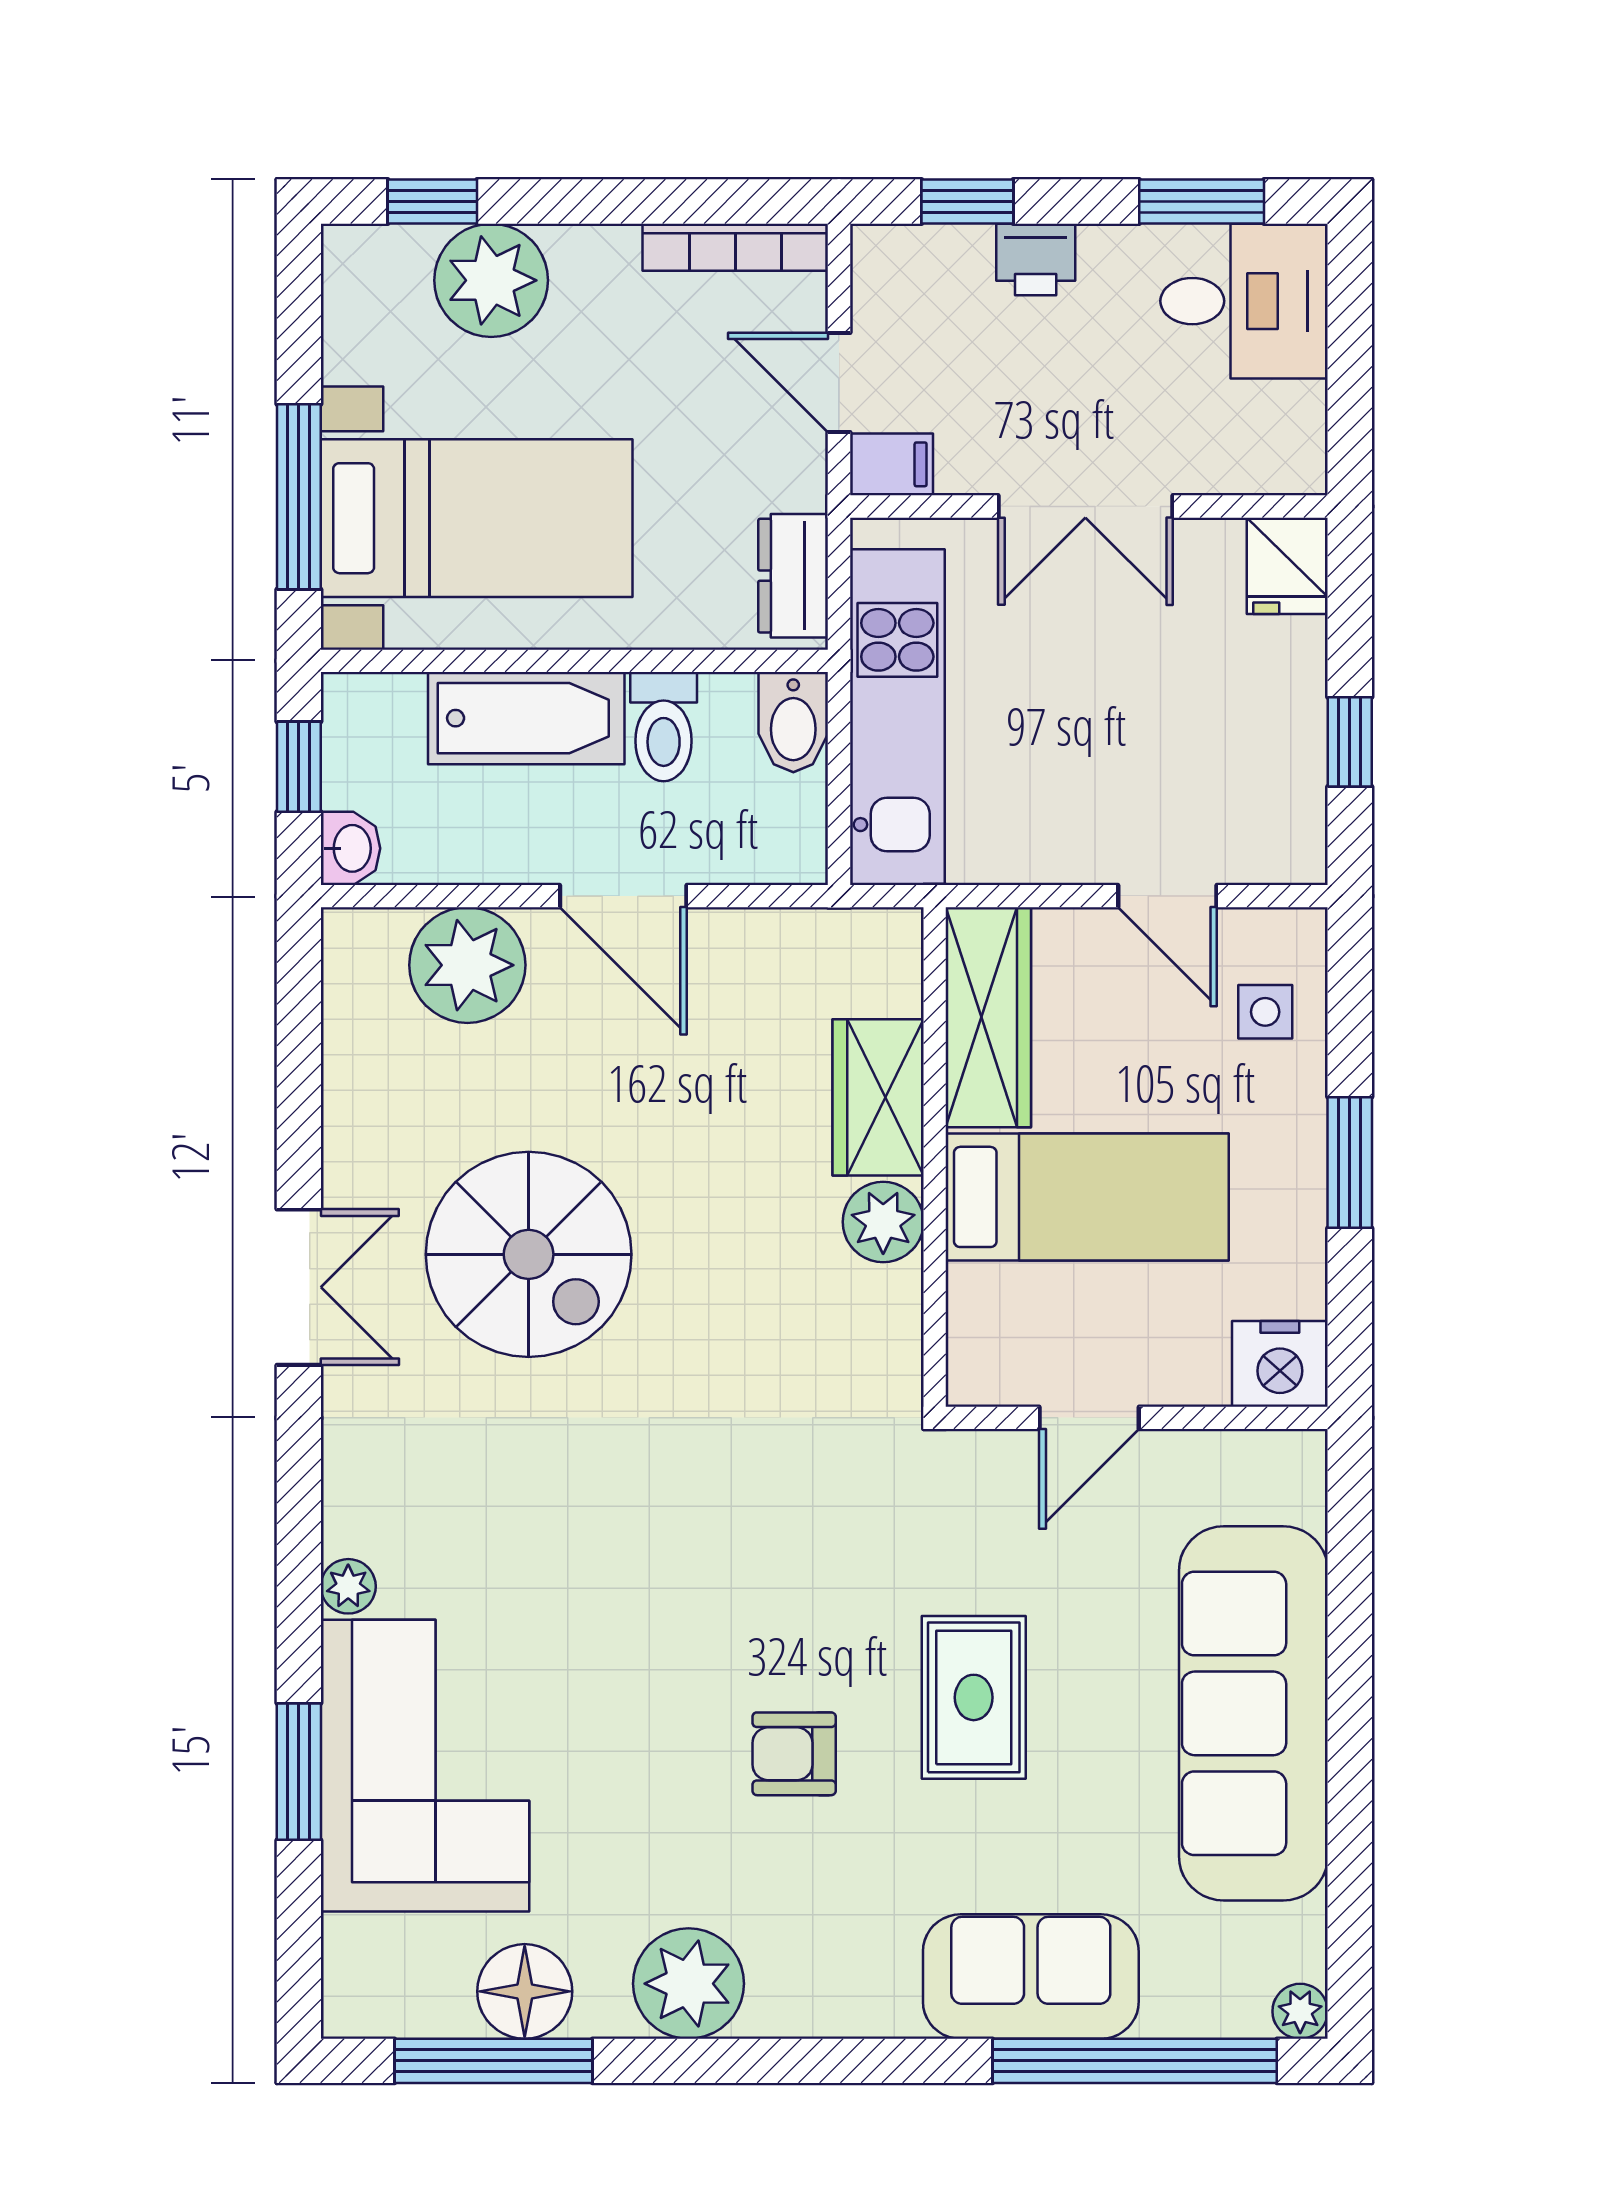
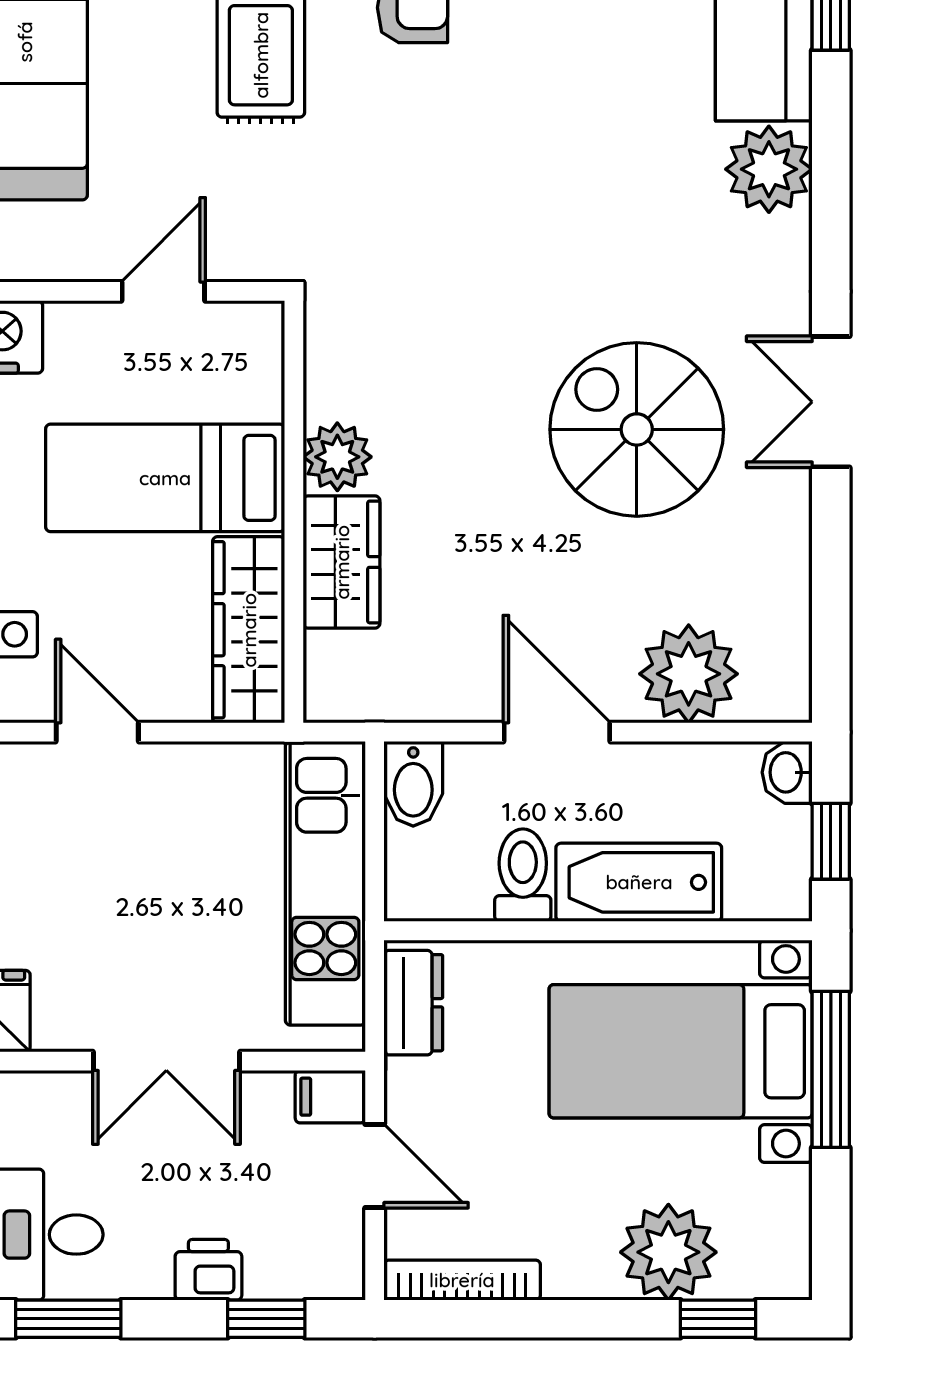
double door: (1085, 507) -> (166, 1061), swing flipped
bidet: (793, 722) -> (413, 784), moved, turned 180
plant: (348, 1586) -> (769, 169), width x1.88, depth x1.88

